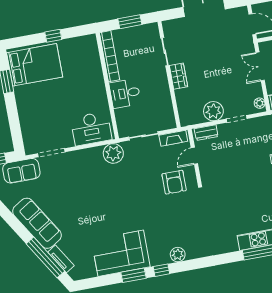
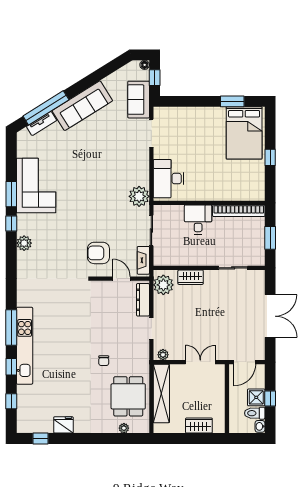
wardrobe: (178, 76) -> (191, 277), moved
plant: (213, 111) -> (163, 285), moved
dresser: (206, 133) -> (143, 300), width x1.44

